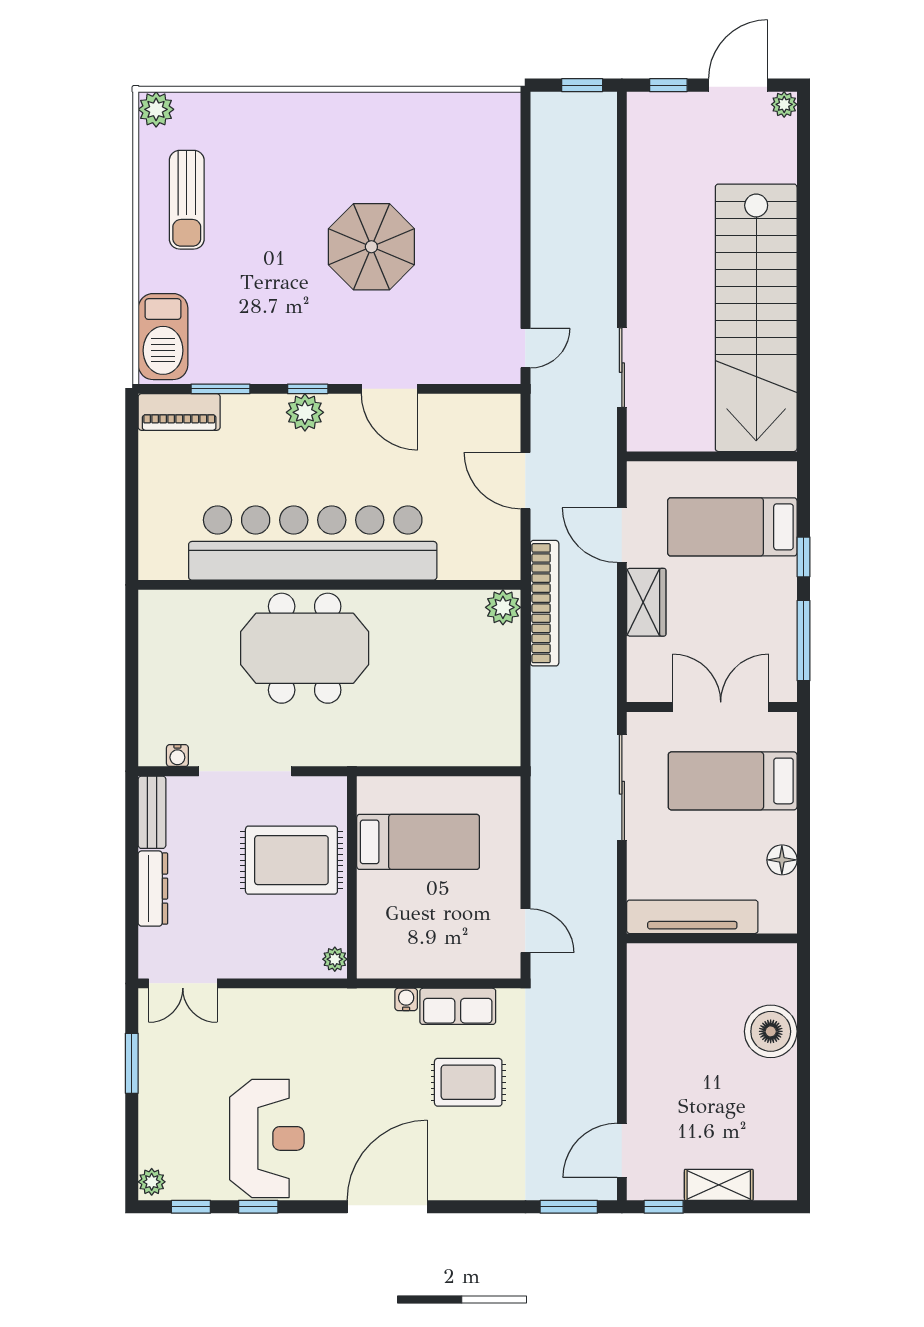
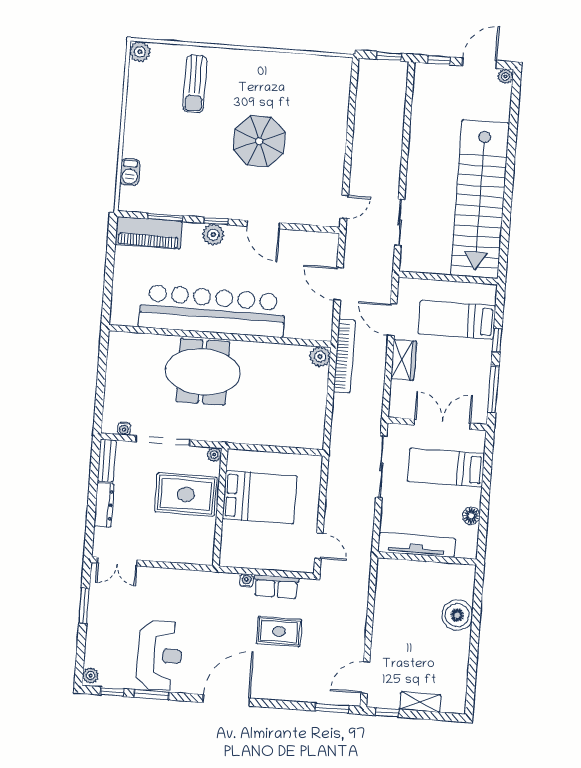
sun lounger: (187, 200) -> (195, 84), moved
barbecue: (163, 337) -> (130, 172), width x0.53, depth x0.65
piano: (179, 412) -> (149, 233), width x1.37, depth x1.33
bed: (418, 842) -> (260, 497), width x1.50
plant: (335, 959) -> (214, 455), moved
window: (258, 1207) -> (151, 695), width x1.50

